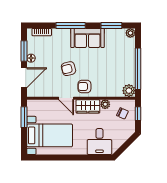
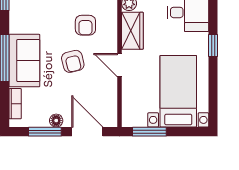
sofa: (88, 38) -> (24, 61), moved
armchair: (84, 86) -> (85, 25), moved
door: (66, 98) -> (120, 65), swing flipped
window: (79, 157) -> (213, 46), added

